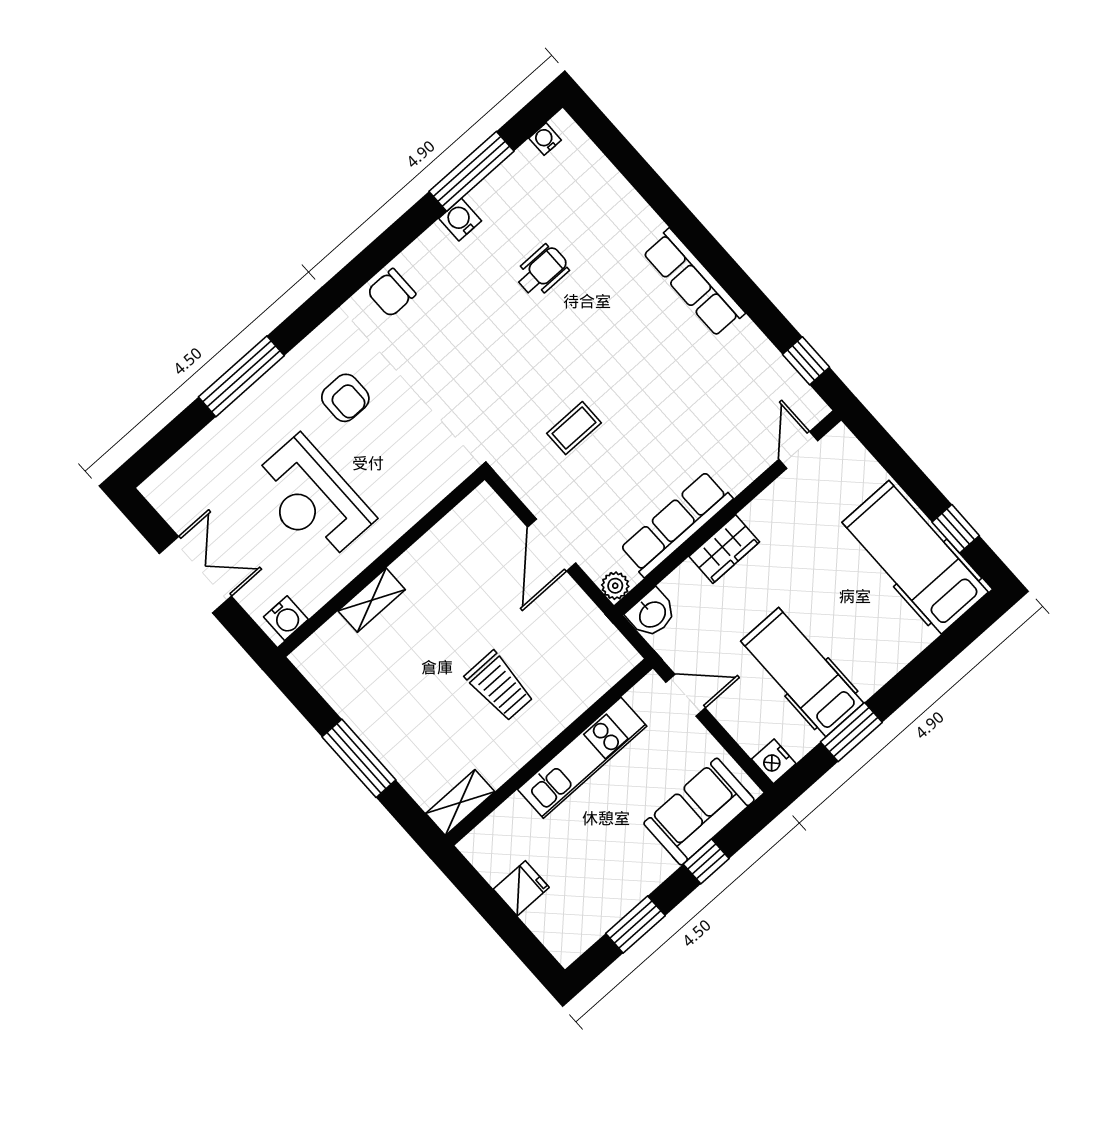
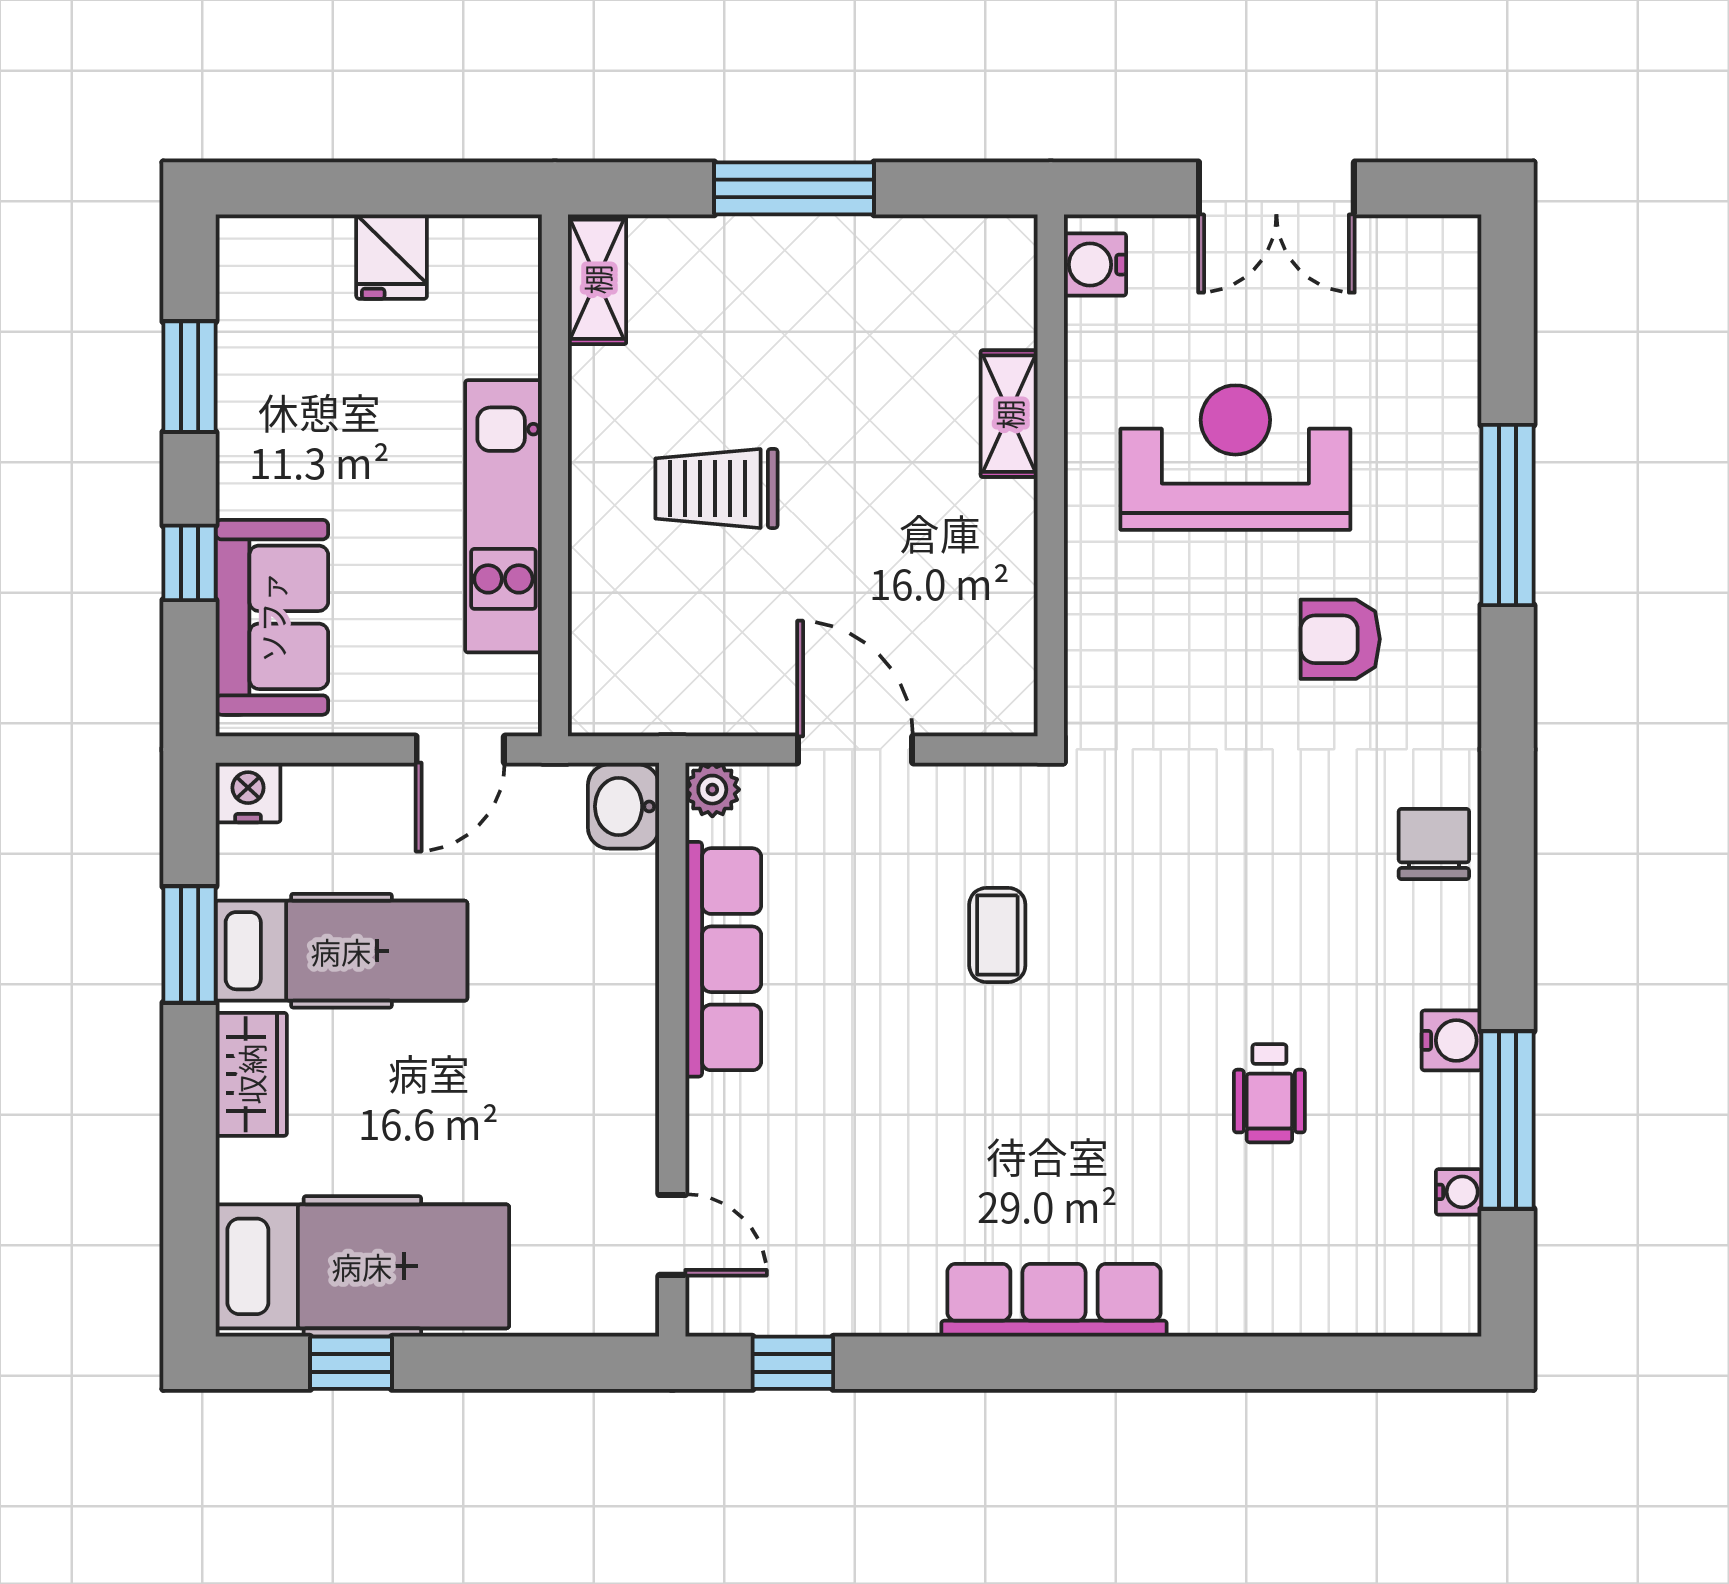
water cooler: (545, 139) -> (1459, 1192), moved
wardrobe: (724, 549) -> (251, 1074), moved, turned 180

